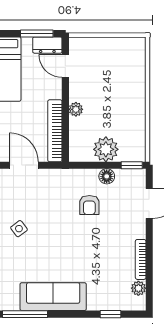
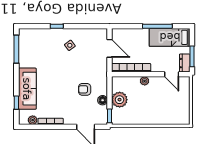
door: (65, 66) -> (172, 74), swing flipped
door: (24, 165) -> (110, 48), hinge flipped
sofa: (53, 297) -> (27, 89), moved

